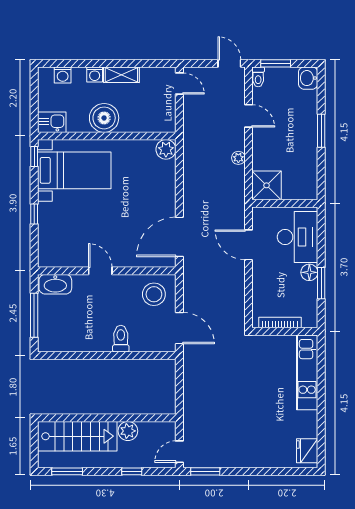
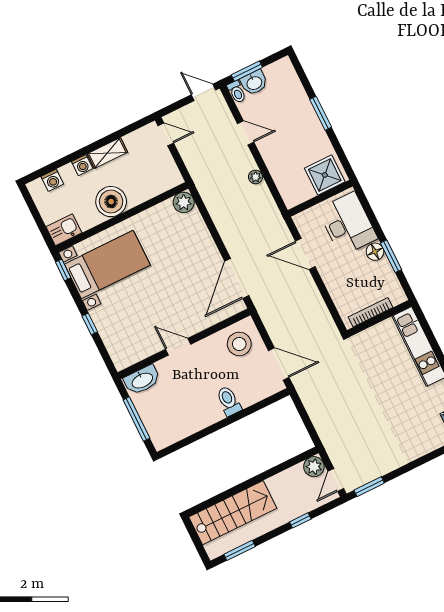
washbasin: (308, 78) -> (254, 83), moved, turned -90
shower: (267, 185) -> (325, 175), moved
plant: (128, 431) -> (314, 467), moved

